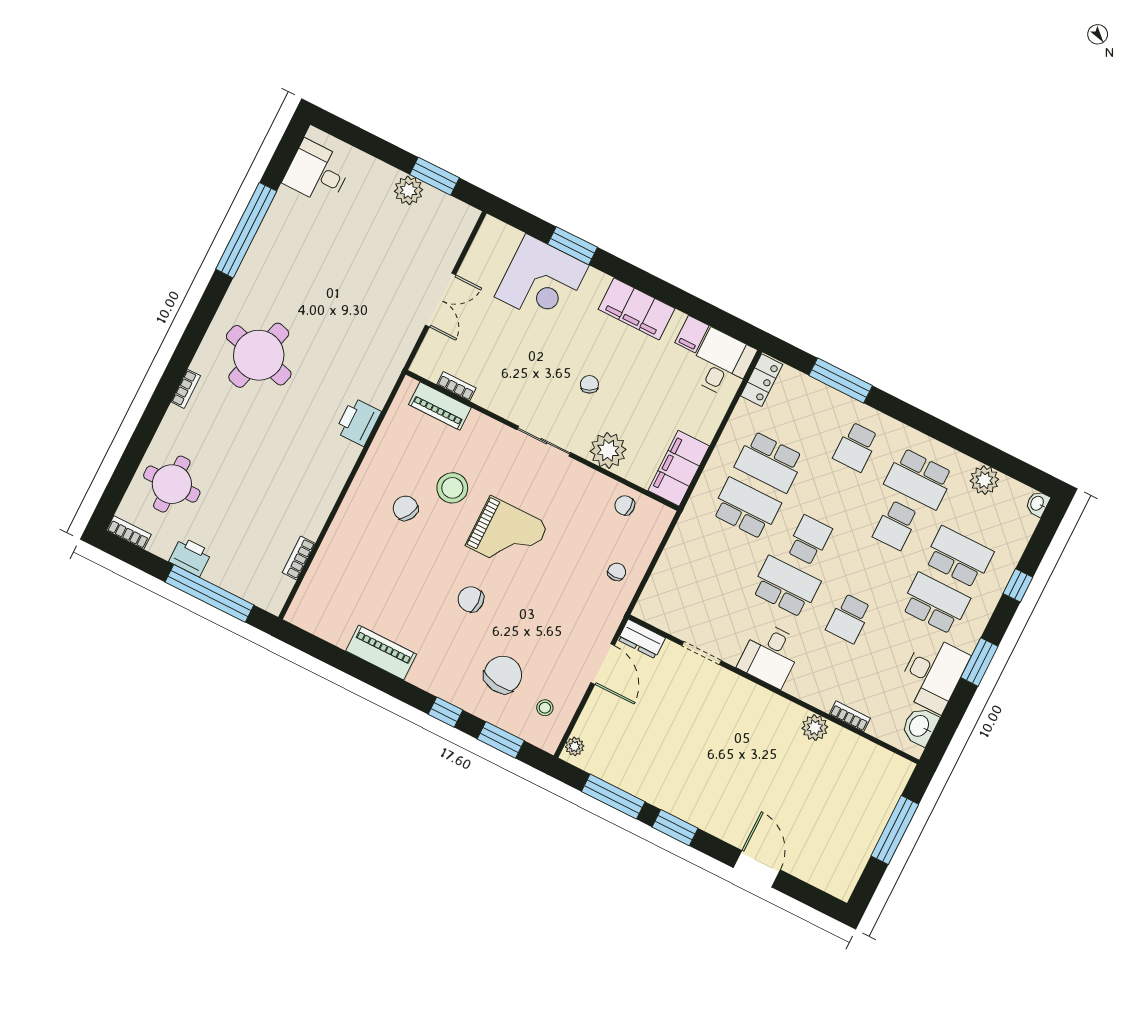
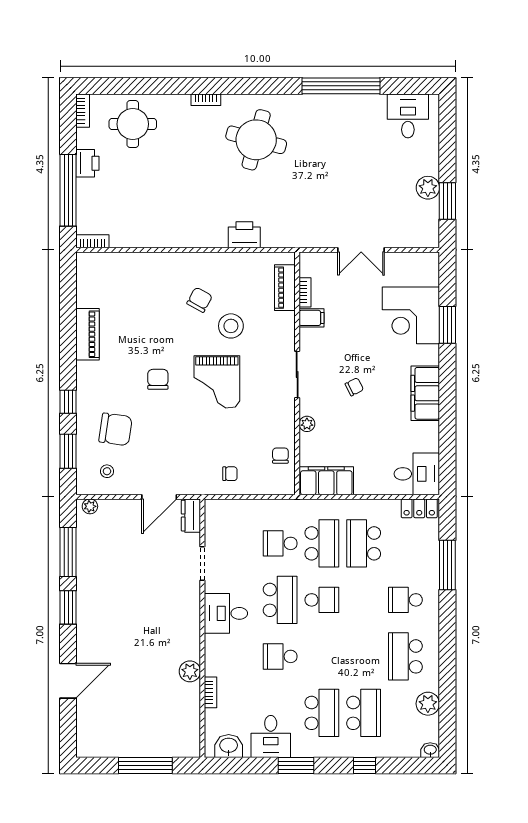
filing cabinet: (692, 334) -> (312, 318), moved, turned 180
plant: (608, 450) -> (307, 424), width x0.53, depth x0.53
school desk: (896, 525) -> (280, 543), moved
bookcase: (299, 558) -> (92, 241), moved
desk: (933, 674) -> (271, 736), width x0.73

